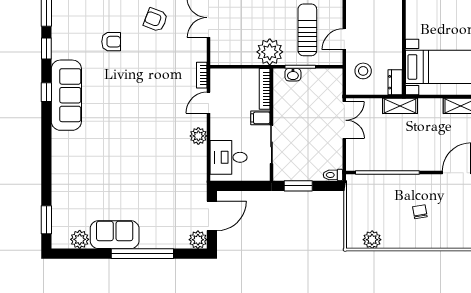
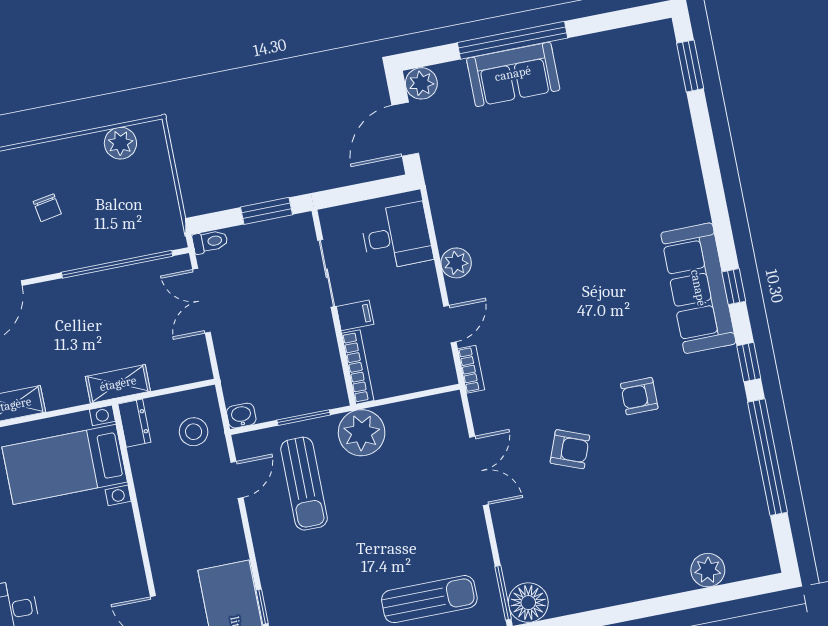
washbasin: (293, 75) -> (241, 416), moved
double door: (344, 120) -> (201, 301), moved
sofa: (115, 235) -> (513, 74), moved
plant: (80, 239) -> (626, 43), removed

